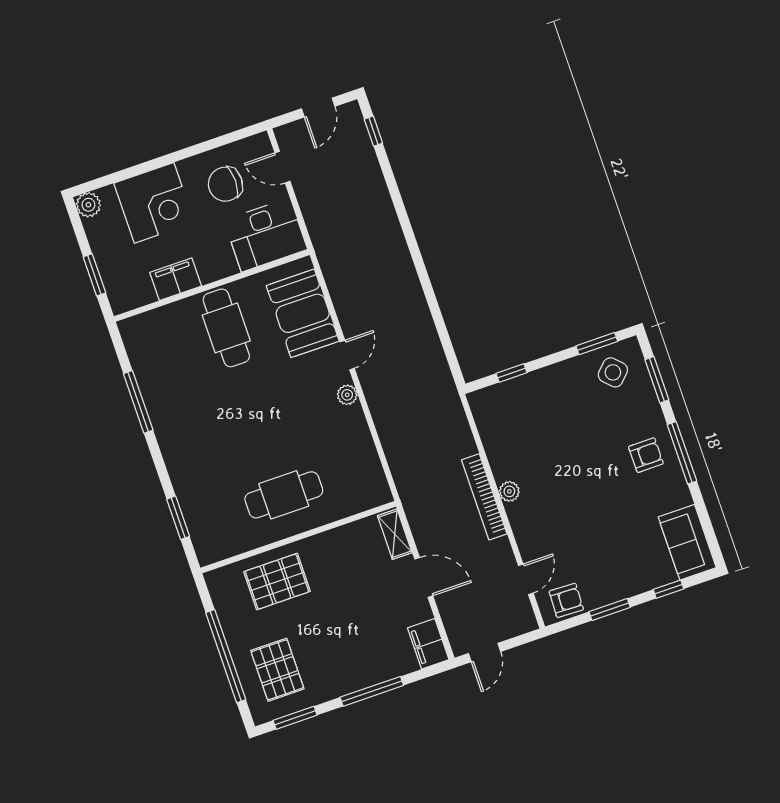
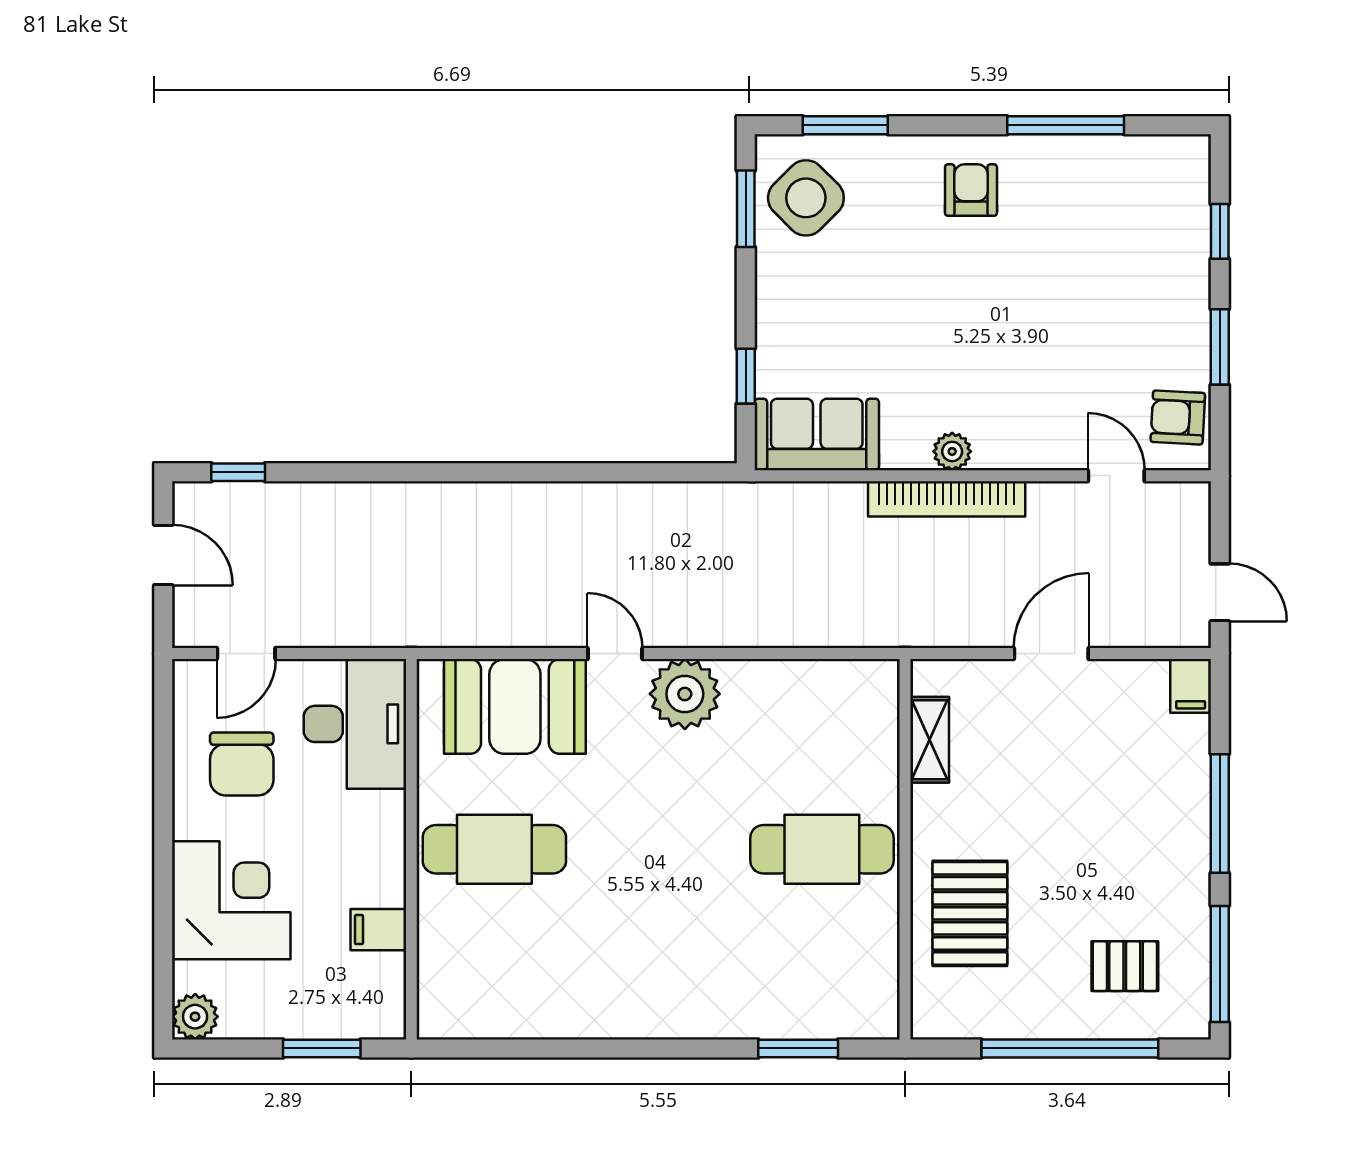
filing cabinet: (176, 279) -> (378, 930), width x0.50
side table: (613, 372) -> (806, 198), width x1.37, depth x1.37
plant: (347, 395) -> (685, 694), width x1.88, depth x1.88
window: (138, 402) -> (571, 1048), removed
window: (682, 453) -> (1066, 125), moved
cafe table: (284, 495) -> (822, 849), turned 90
shelving: (395, 534) -> (930, 740), moved, turned 90
sofa: (687, 542) -> (817, 434), moved, turned 180
armchair: (566, 600) -> (1178, 417), turned -89
filing cabinet: (428, 644) -> (1191, 686), width x0.50
pallet: (277, 670) -> (1125, 966), width x0.67, depth x0.71
window: (295, 718) -> (1220, 964), width x1.44

